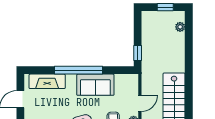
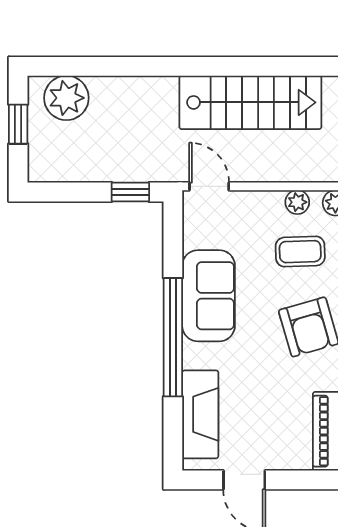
plant: (180, 27) -> (66, 98), width x1.88, depth x1.88
door: (140, 103) -> (209, 186), moved

